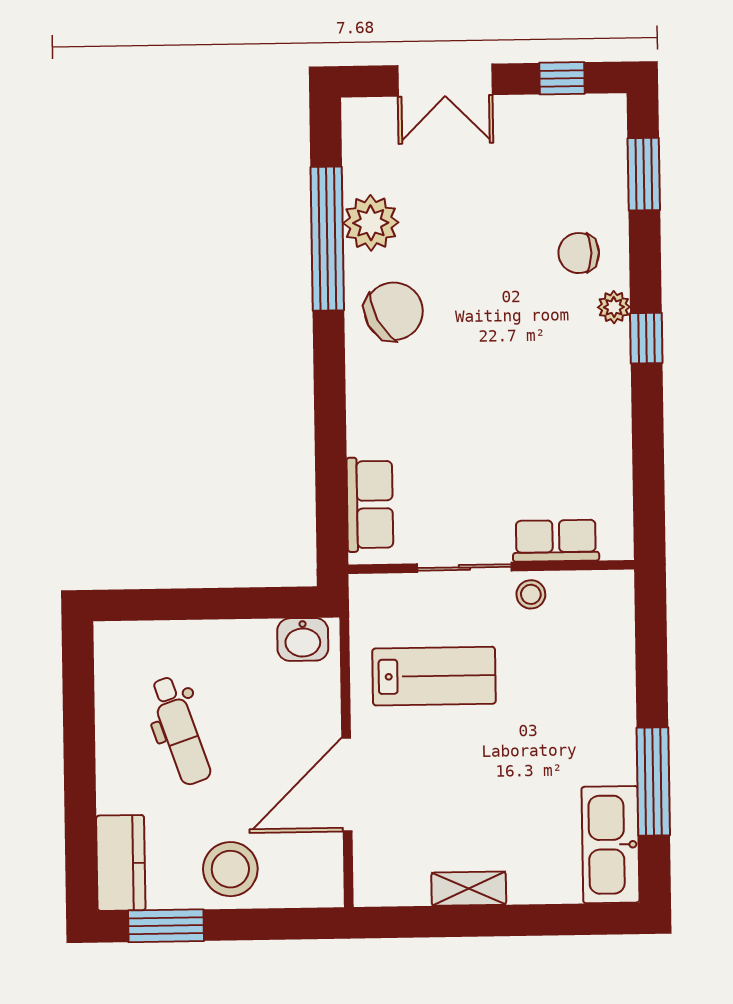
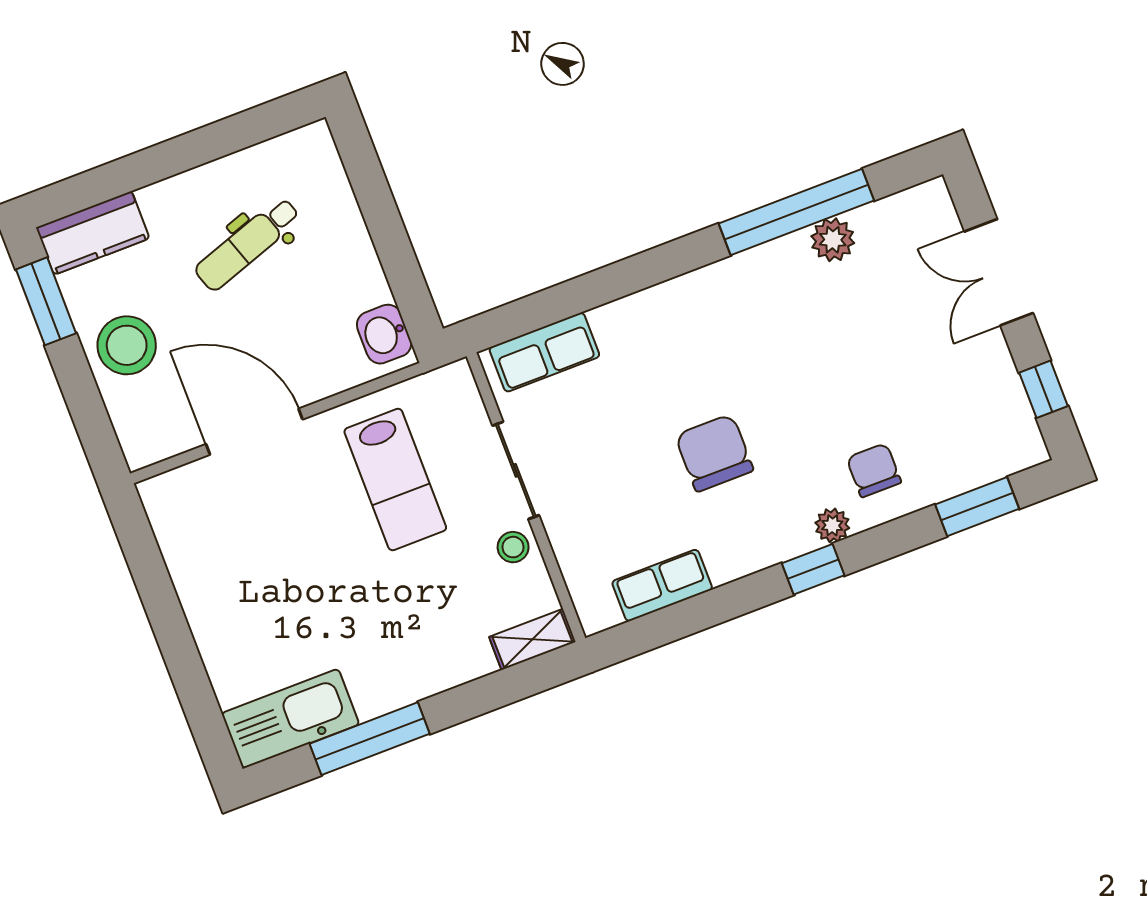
plant: (371, 223) -> (833, 240), width x0.73, depth x0.73
chair: (394, 311) -> (714, 453), moved, turned -152
row of seats: (556, 541) -> (662, 585), moved, turned -90
shelving: (469, 889) -> (532, 639), moved, turned 90

